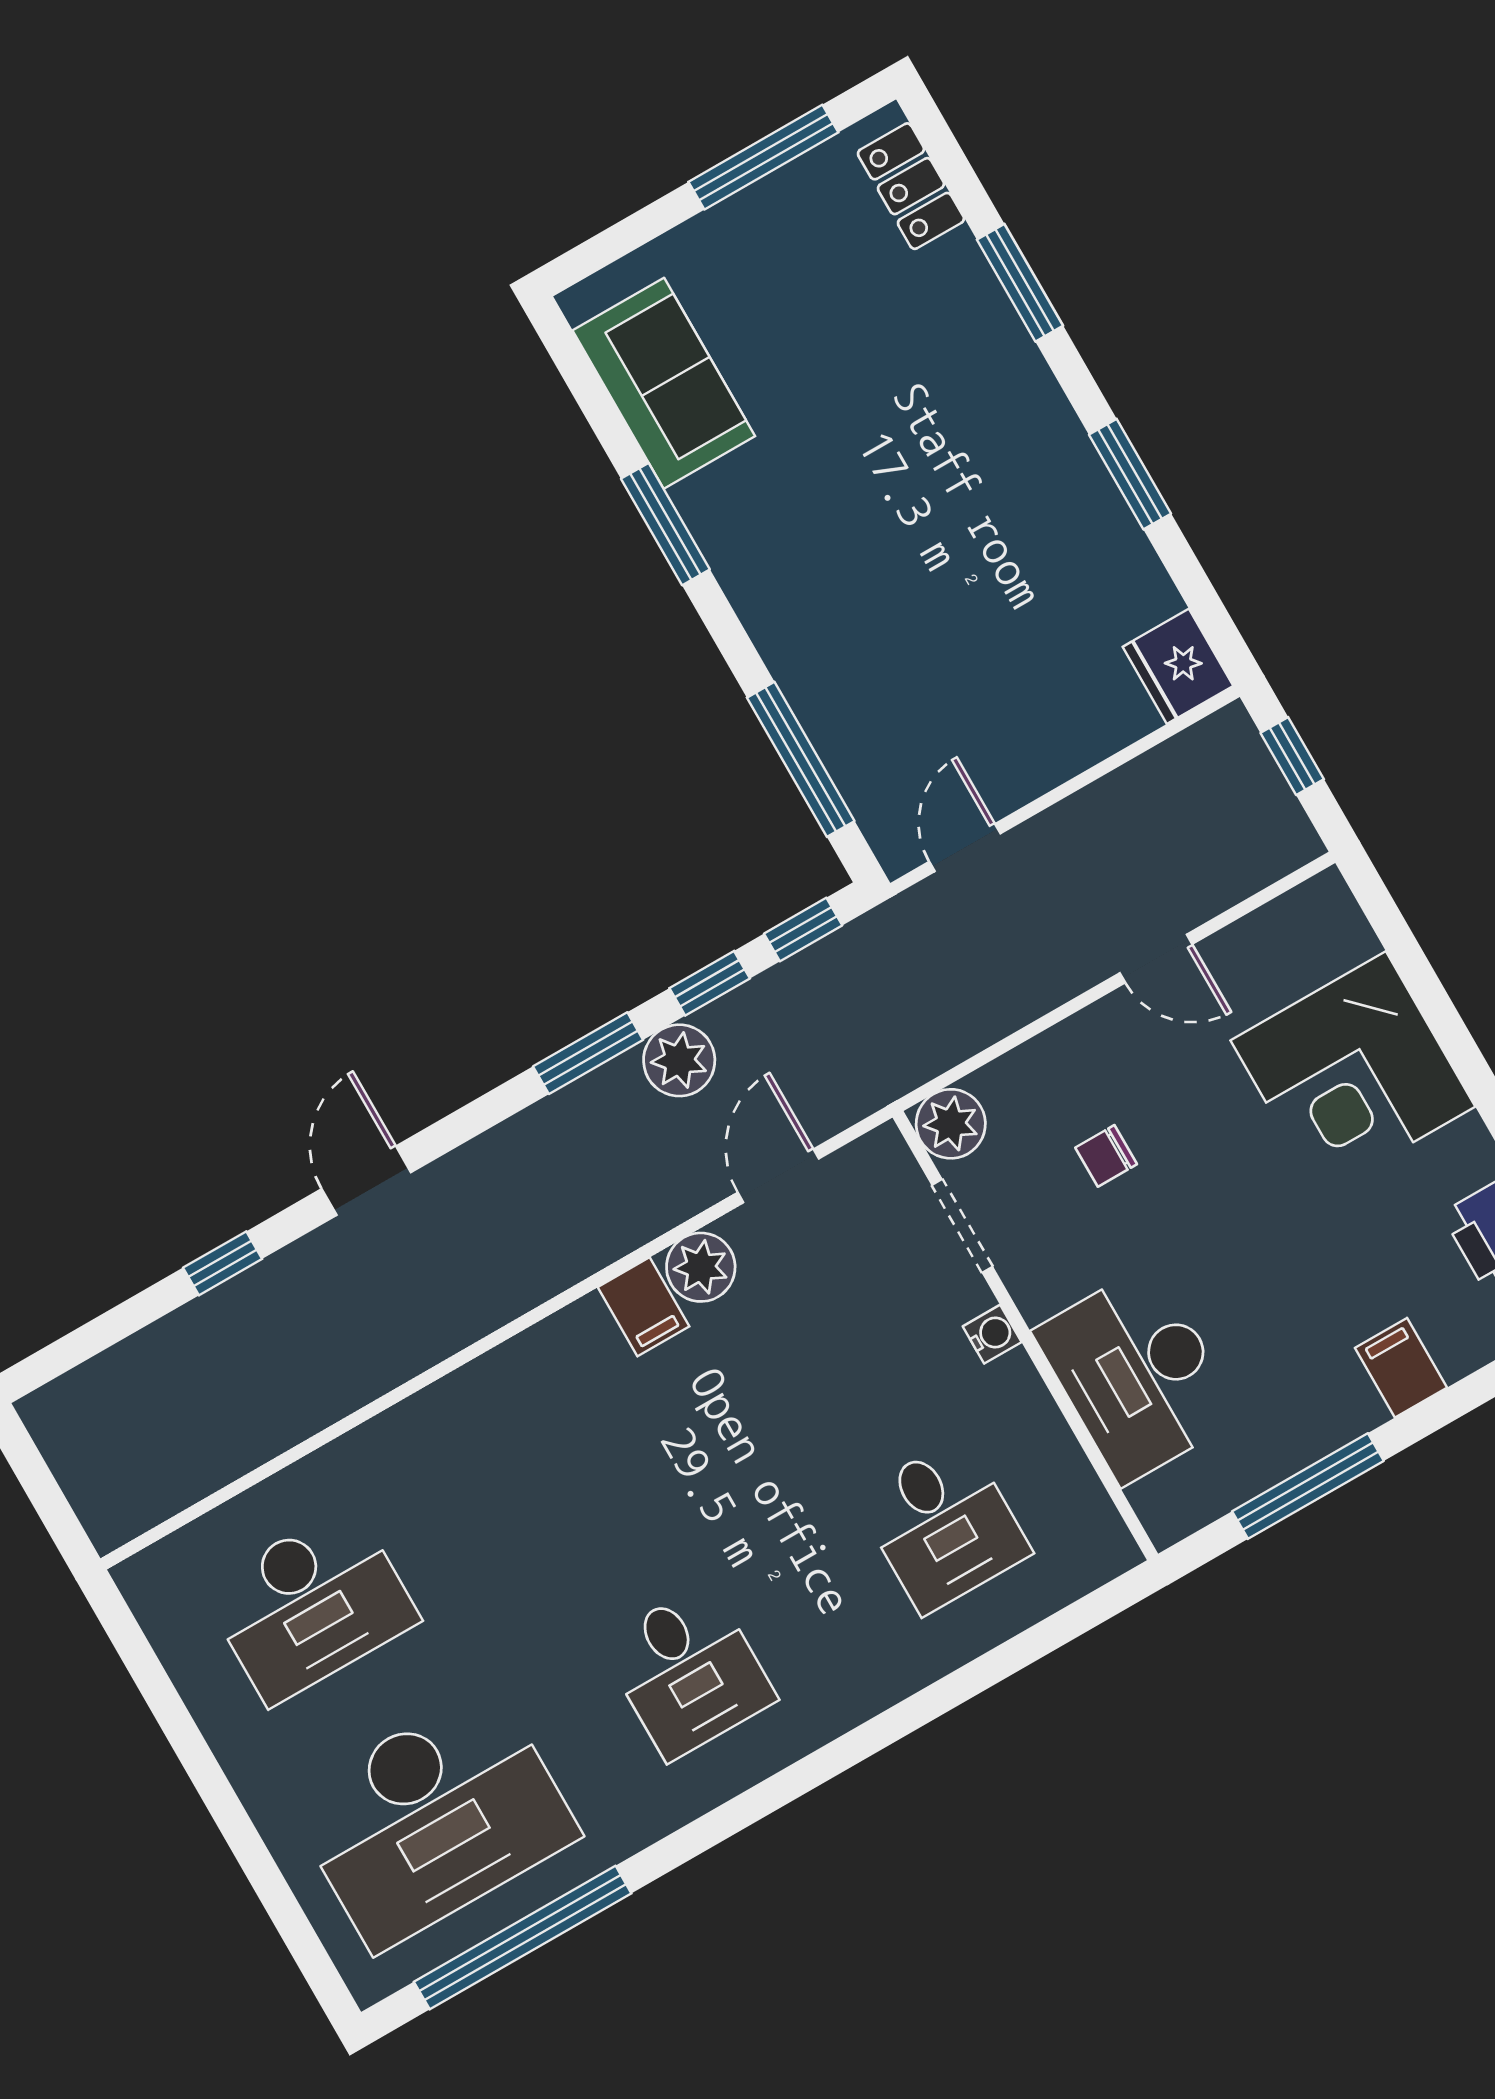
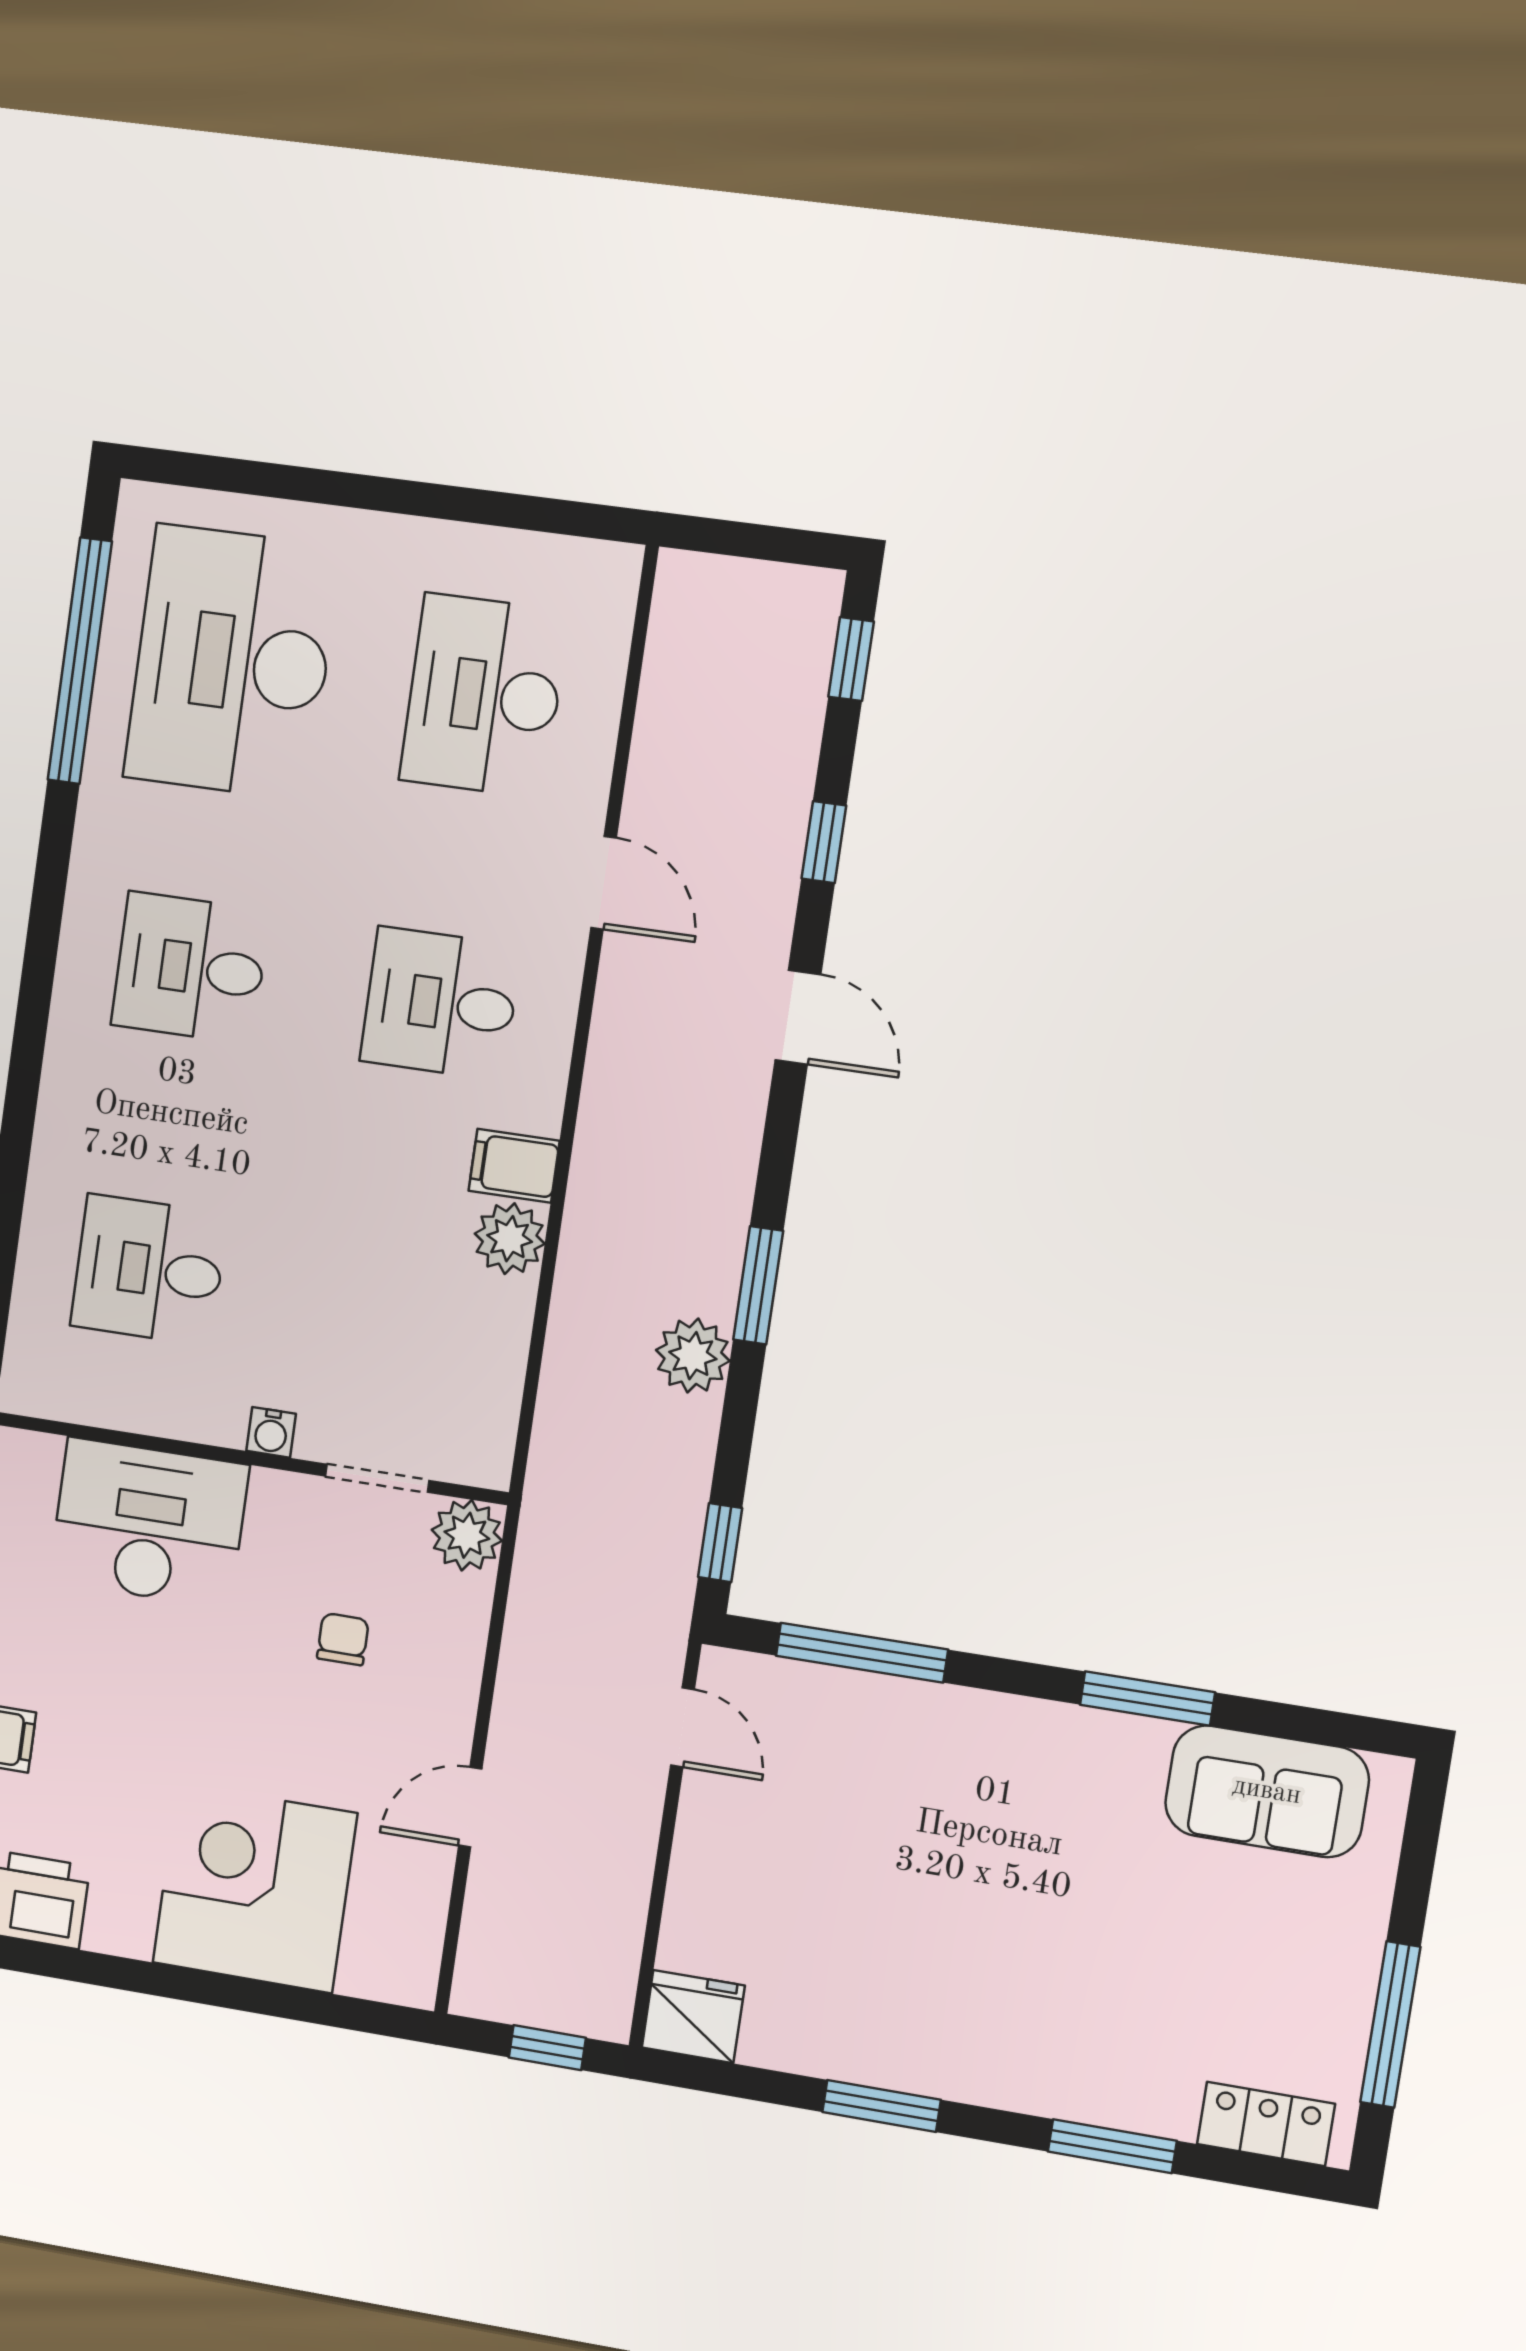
window: (710, 983) -> (851, 659), moved
door: (778, 1176) -> (604, 883), moved
desk: (566, 1458) -> (441, 1003), added

